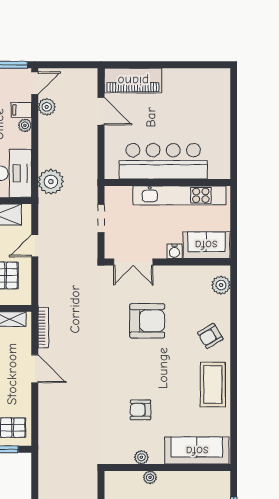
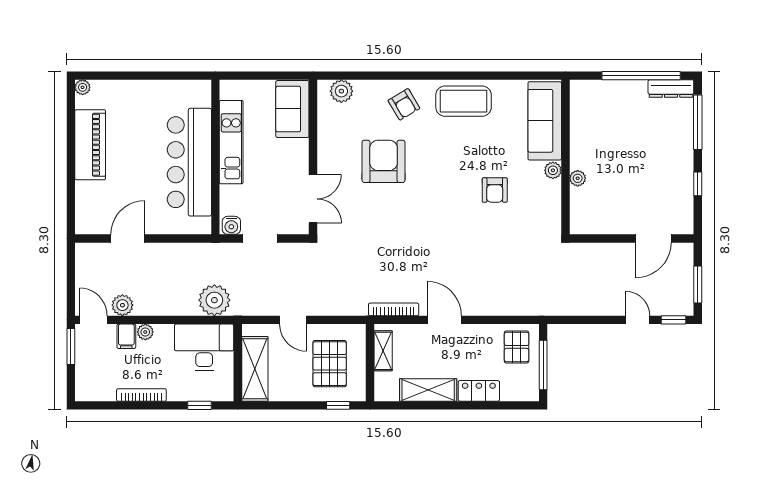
plant: (224, 74) -> (83, 87), added
piano: (133, 81) -> (90, 145), moved
kitchen unit: (179, 195) -> (231, 142), width x0.73
water cooler: (174, 251) -> (231, 225), moved, turned 90
armchair: (147, 321) -> (384, 161), moved
door: (35, 369) -> (444, 320), hinge flipped
plant: (141, 457) -> (553, 170), moved

